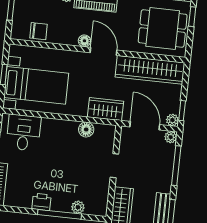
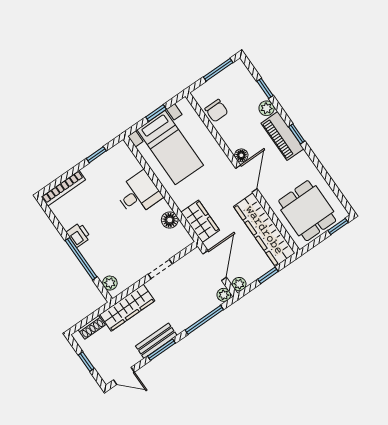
window: (182, 111) -> (268, 275), moved
desk: (24, 133) -> (139, 194), moved
plant: (78, 207) -> (110, 283), moved

